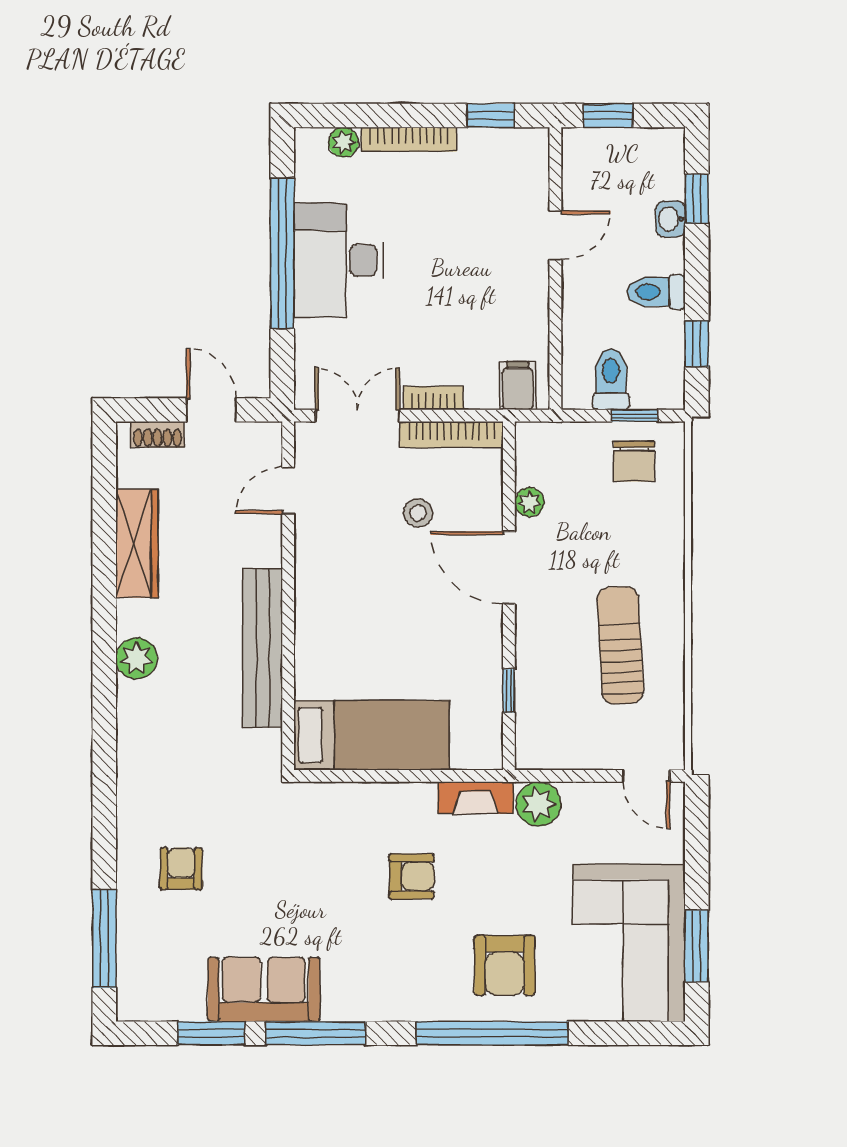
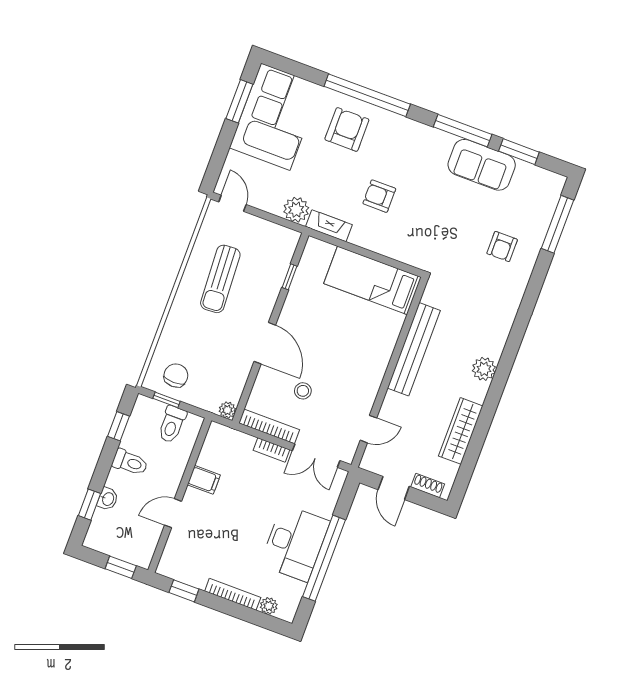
filing cabinet: (518, 386) -> (204, 480), moved, turned -90
plant: (529, 502) -> (227, 410), moved

